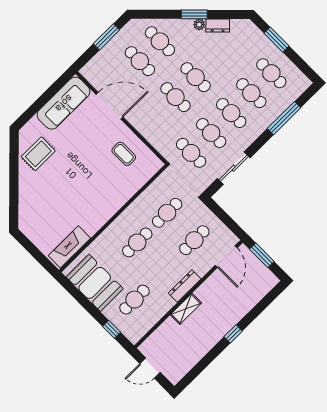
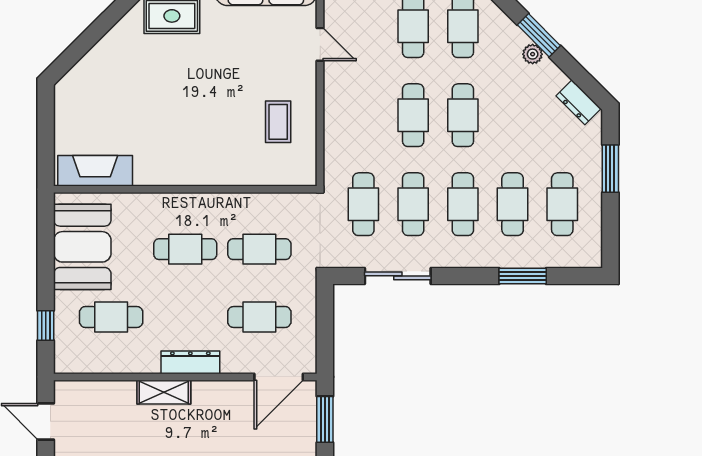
dresser: (218, 26) -> (578, 102), moved
door: (110, 106) -> (320, 44), width x0.53
window: (284, 118) -> (523, 276), width x0.69

